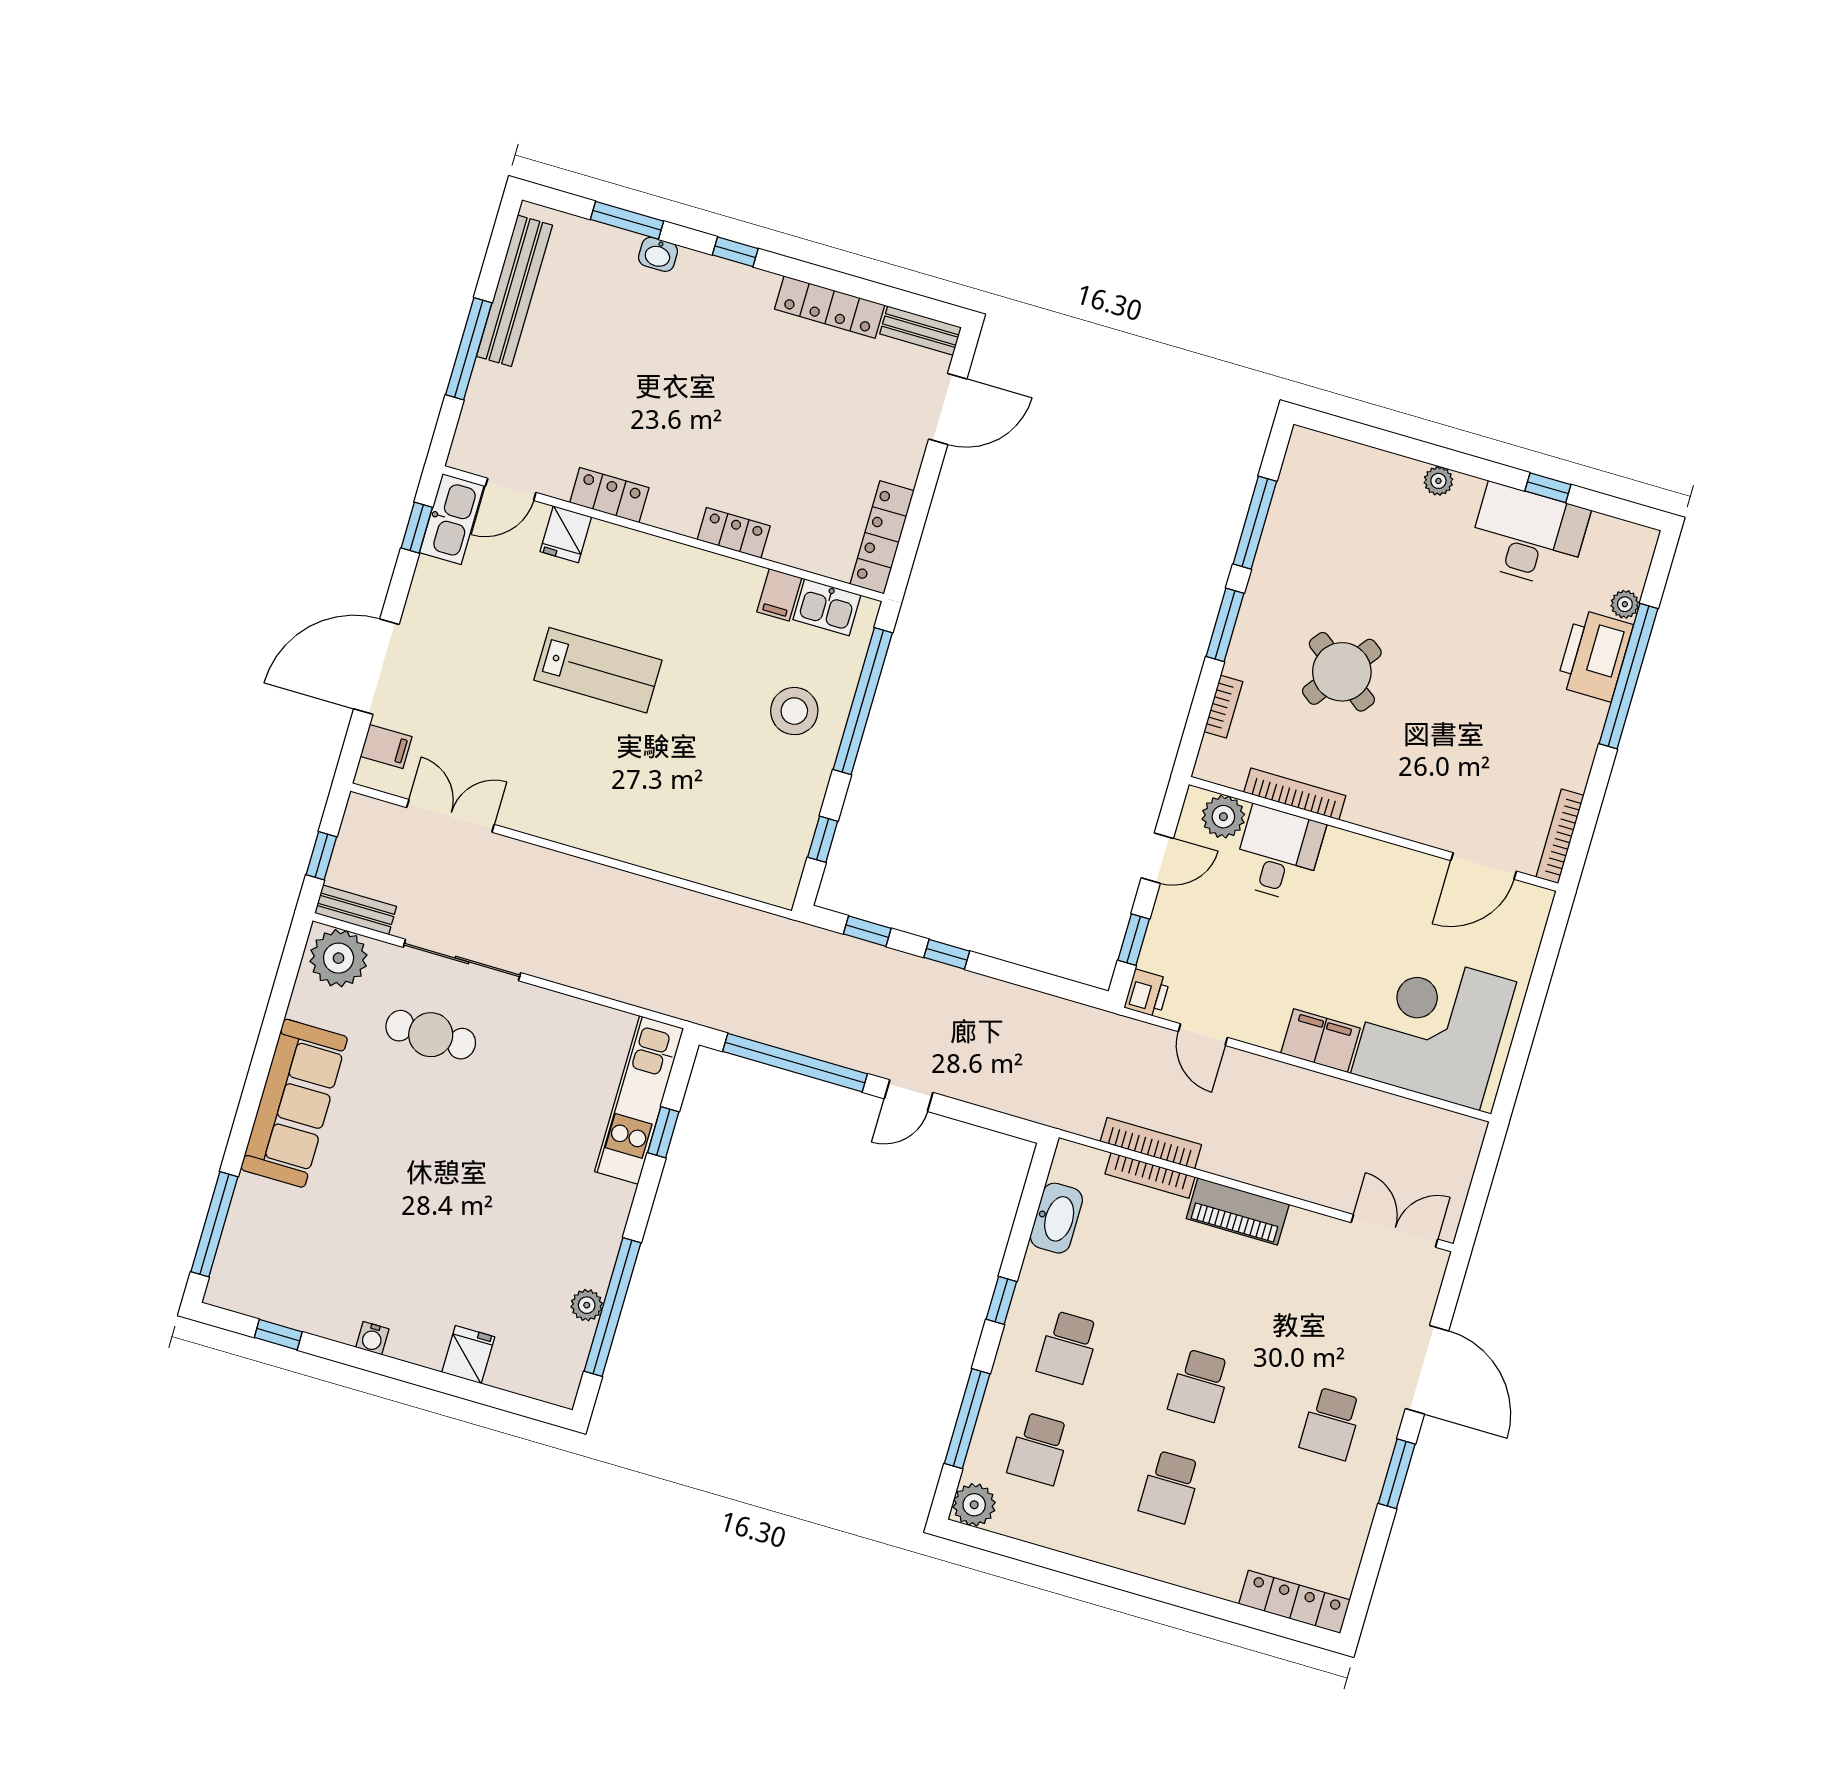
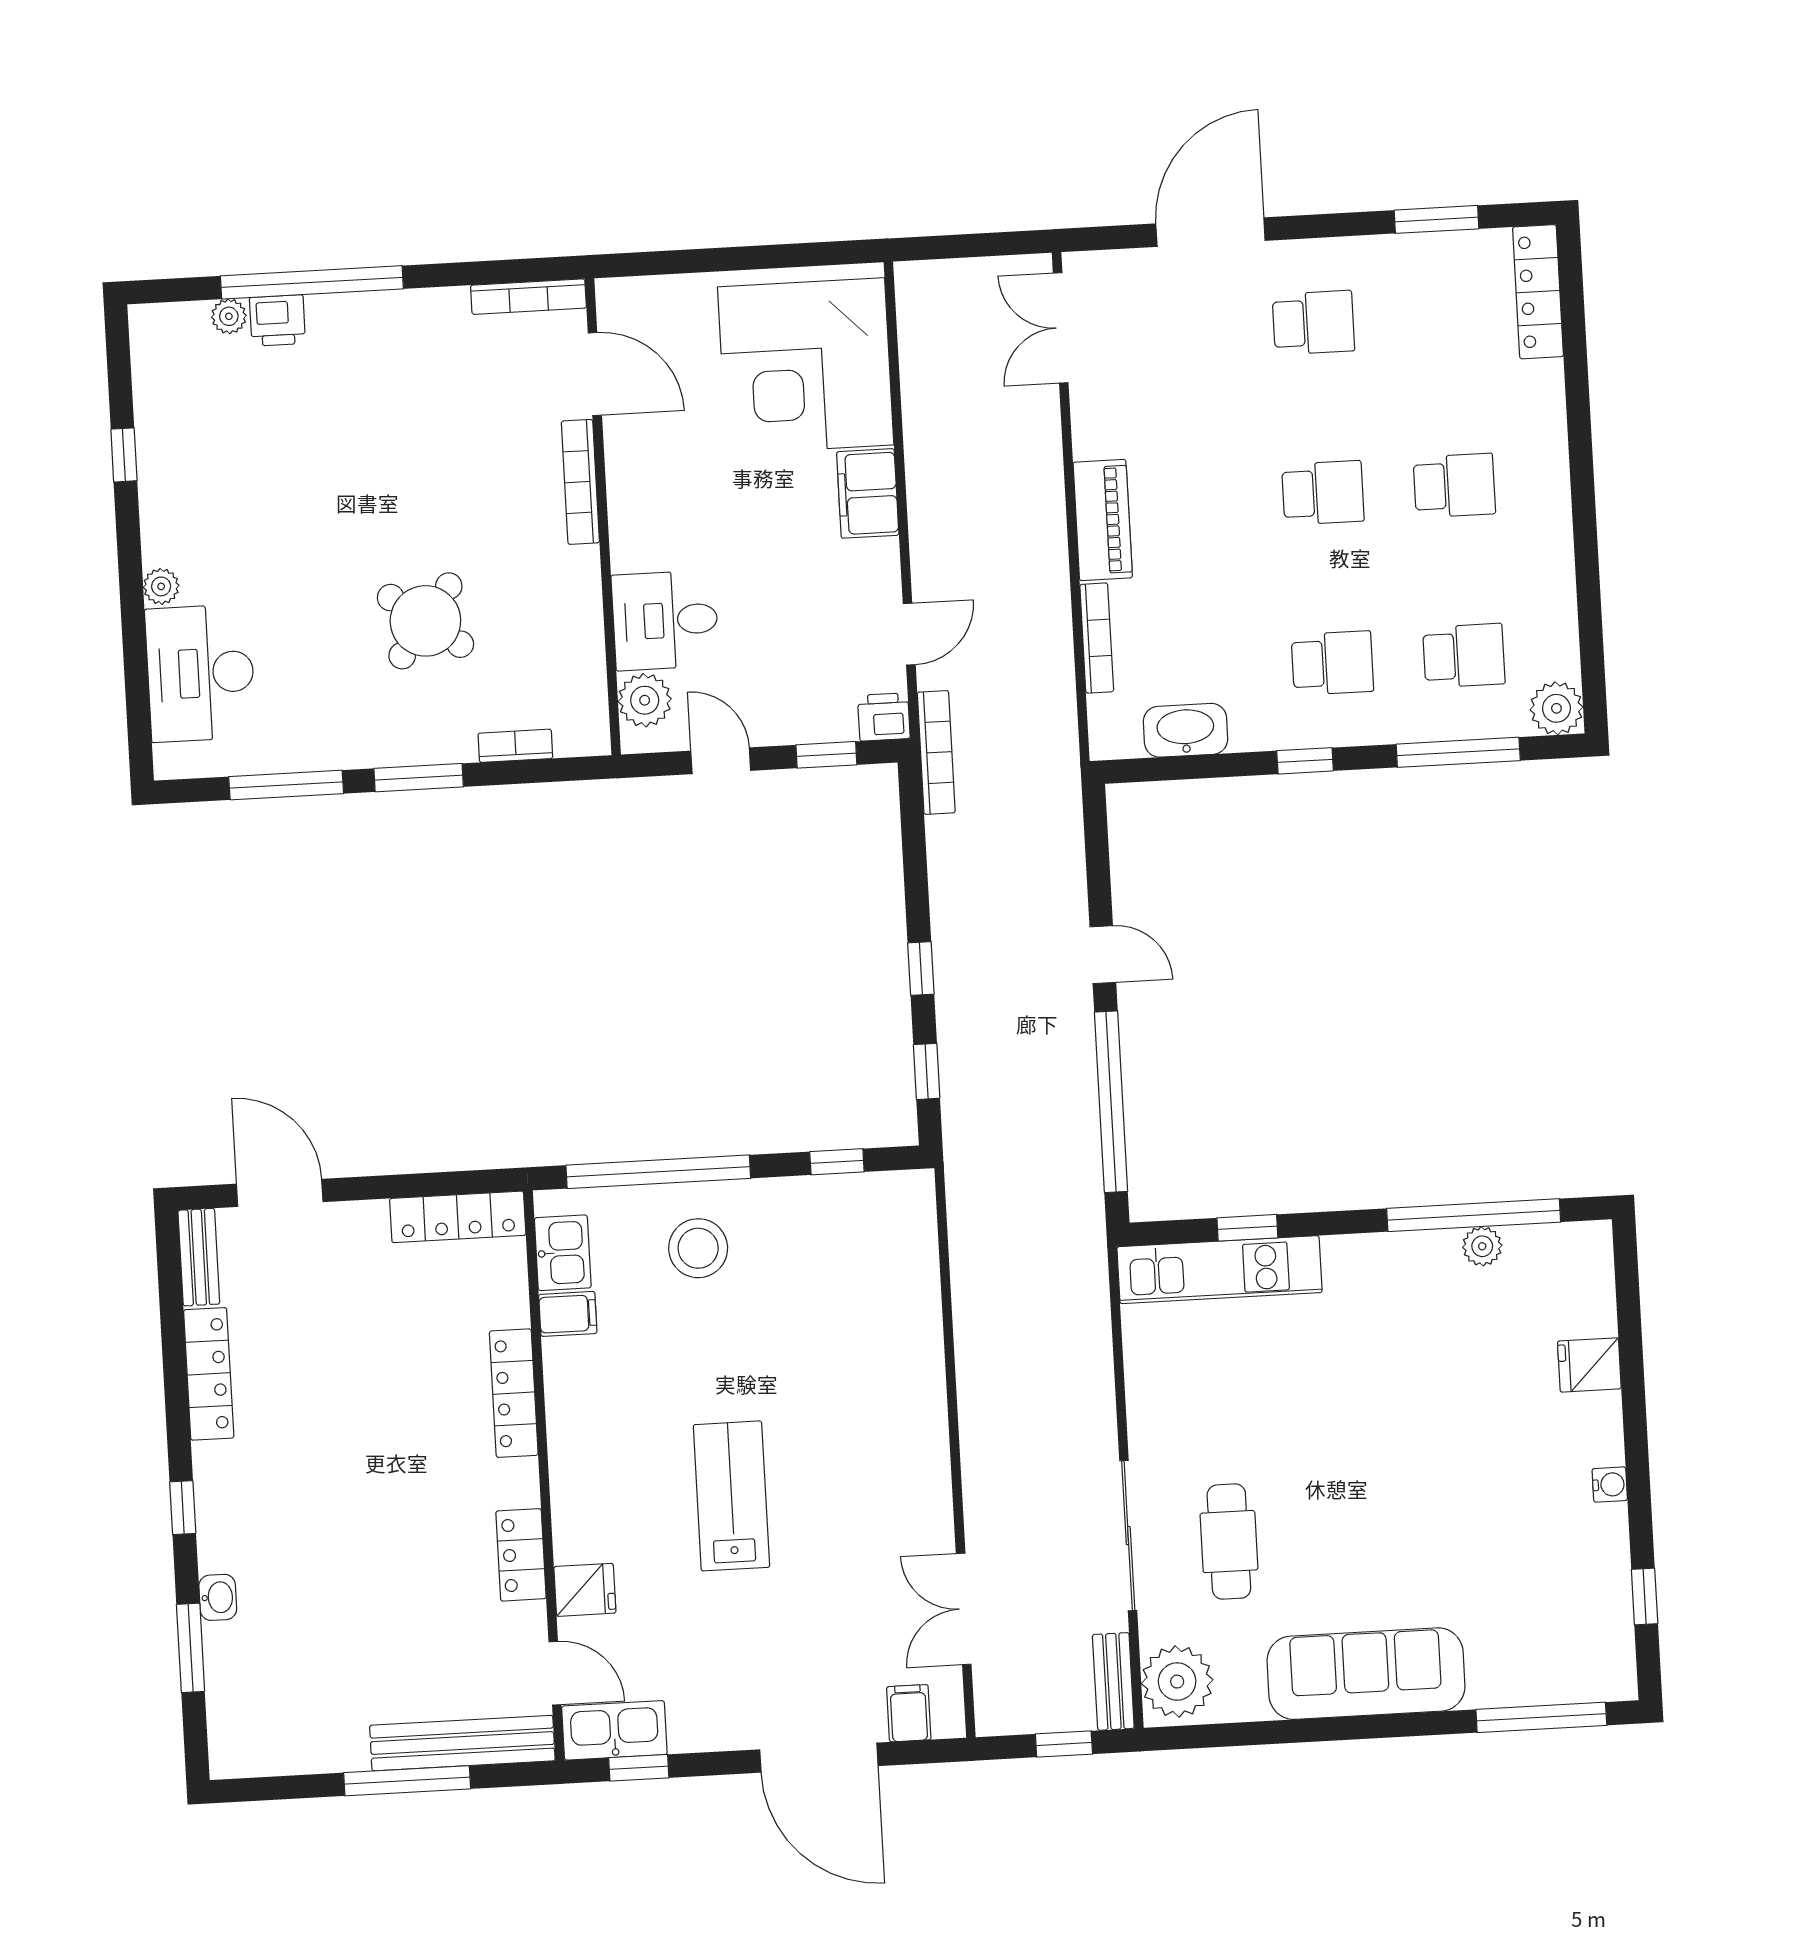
bench: (514, 291) -> (462, 1743), moved
locker: (734, 533) -> (514, 1393), width x1.53
desk: (1528, 536) -> (200, 673), moved
printer: (1594, 655) -> (277, 320), width x0.53, depth x0.68
bookcase: (1295, 794) -> (580, 482), moved
bookcase: (1151, 1143) -> (936, 752), moved, turned 180
window: (1397, 1474) -> (1436, 219), moved

